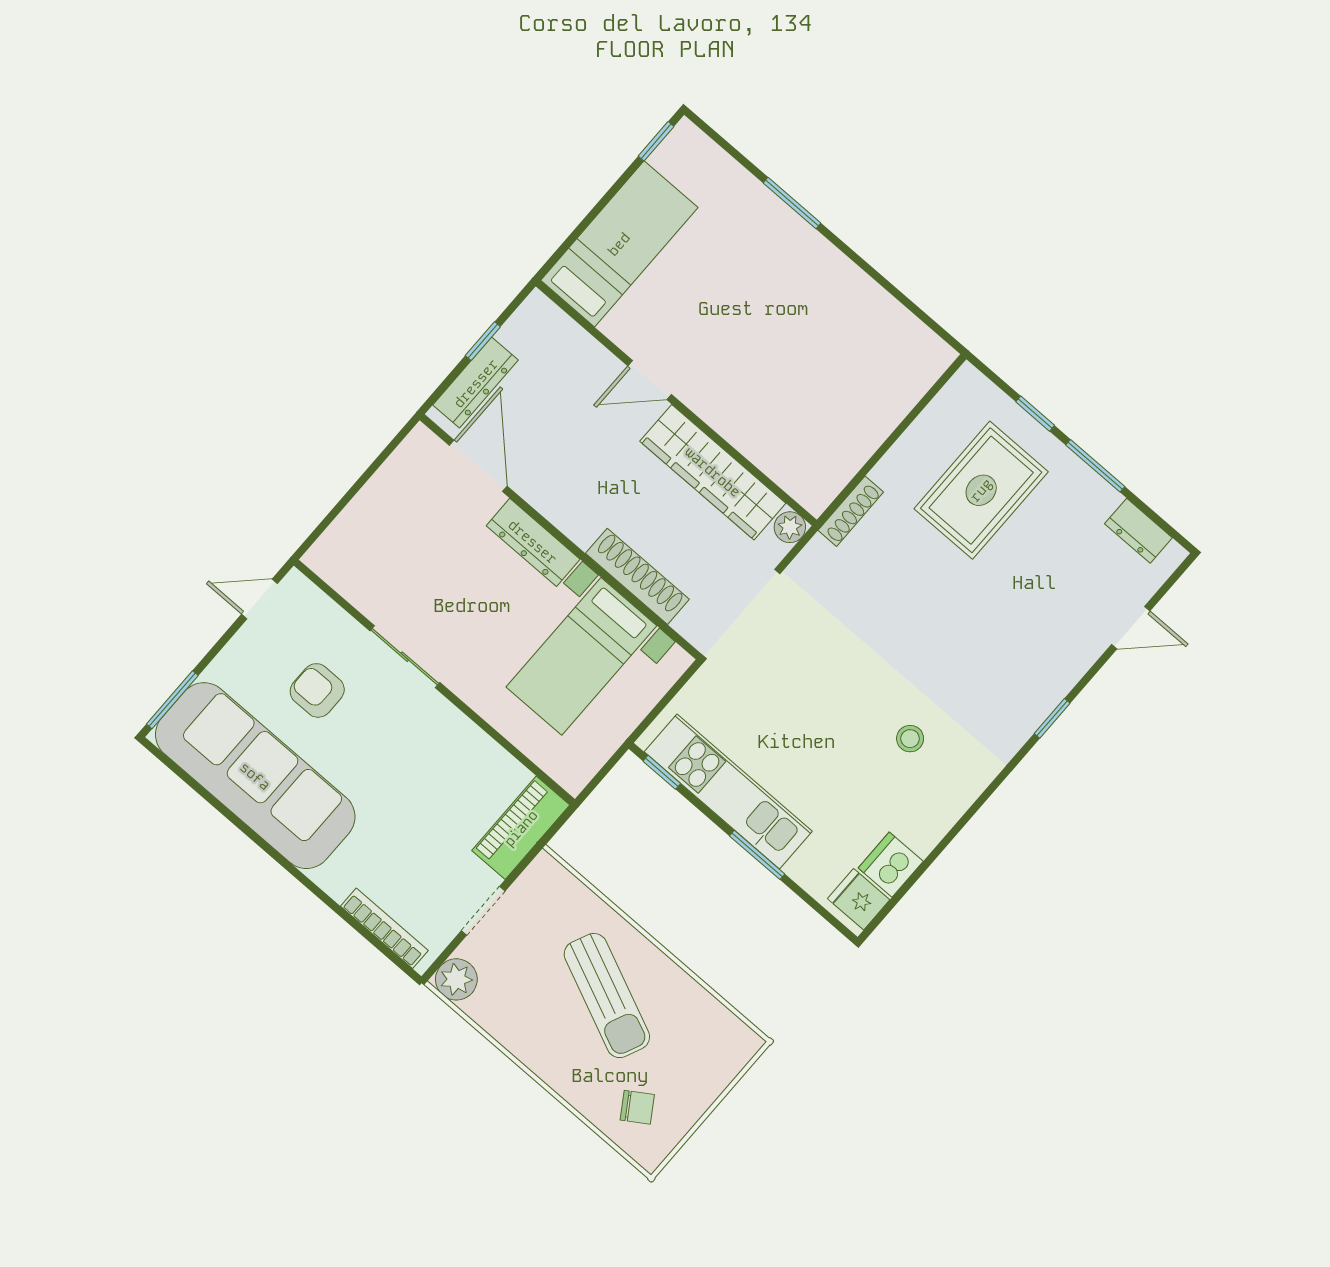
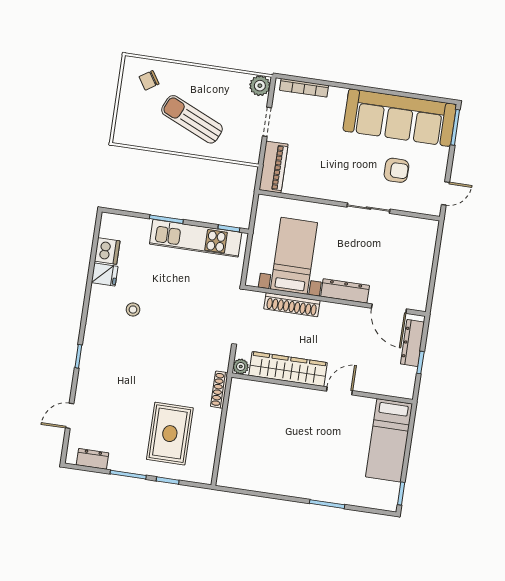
fridge: (859, 899) -> (105, 275), moved

